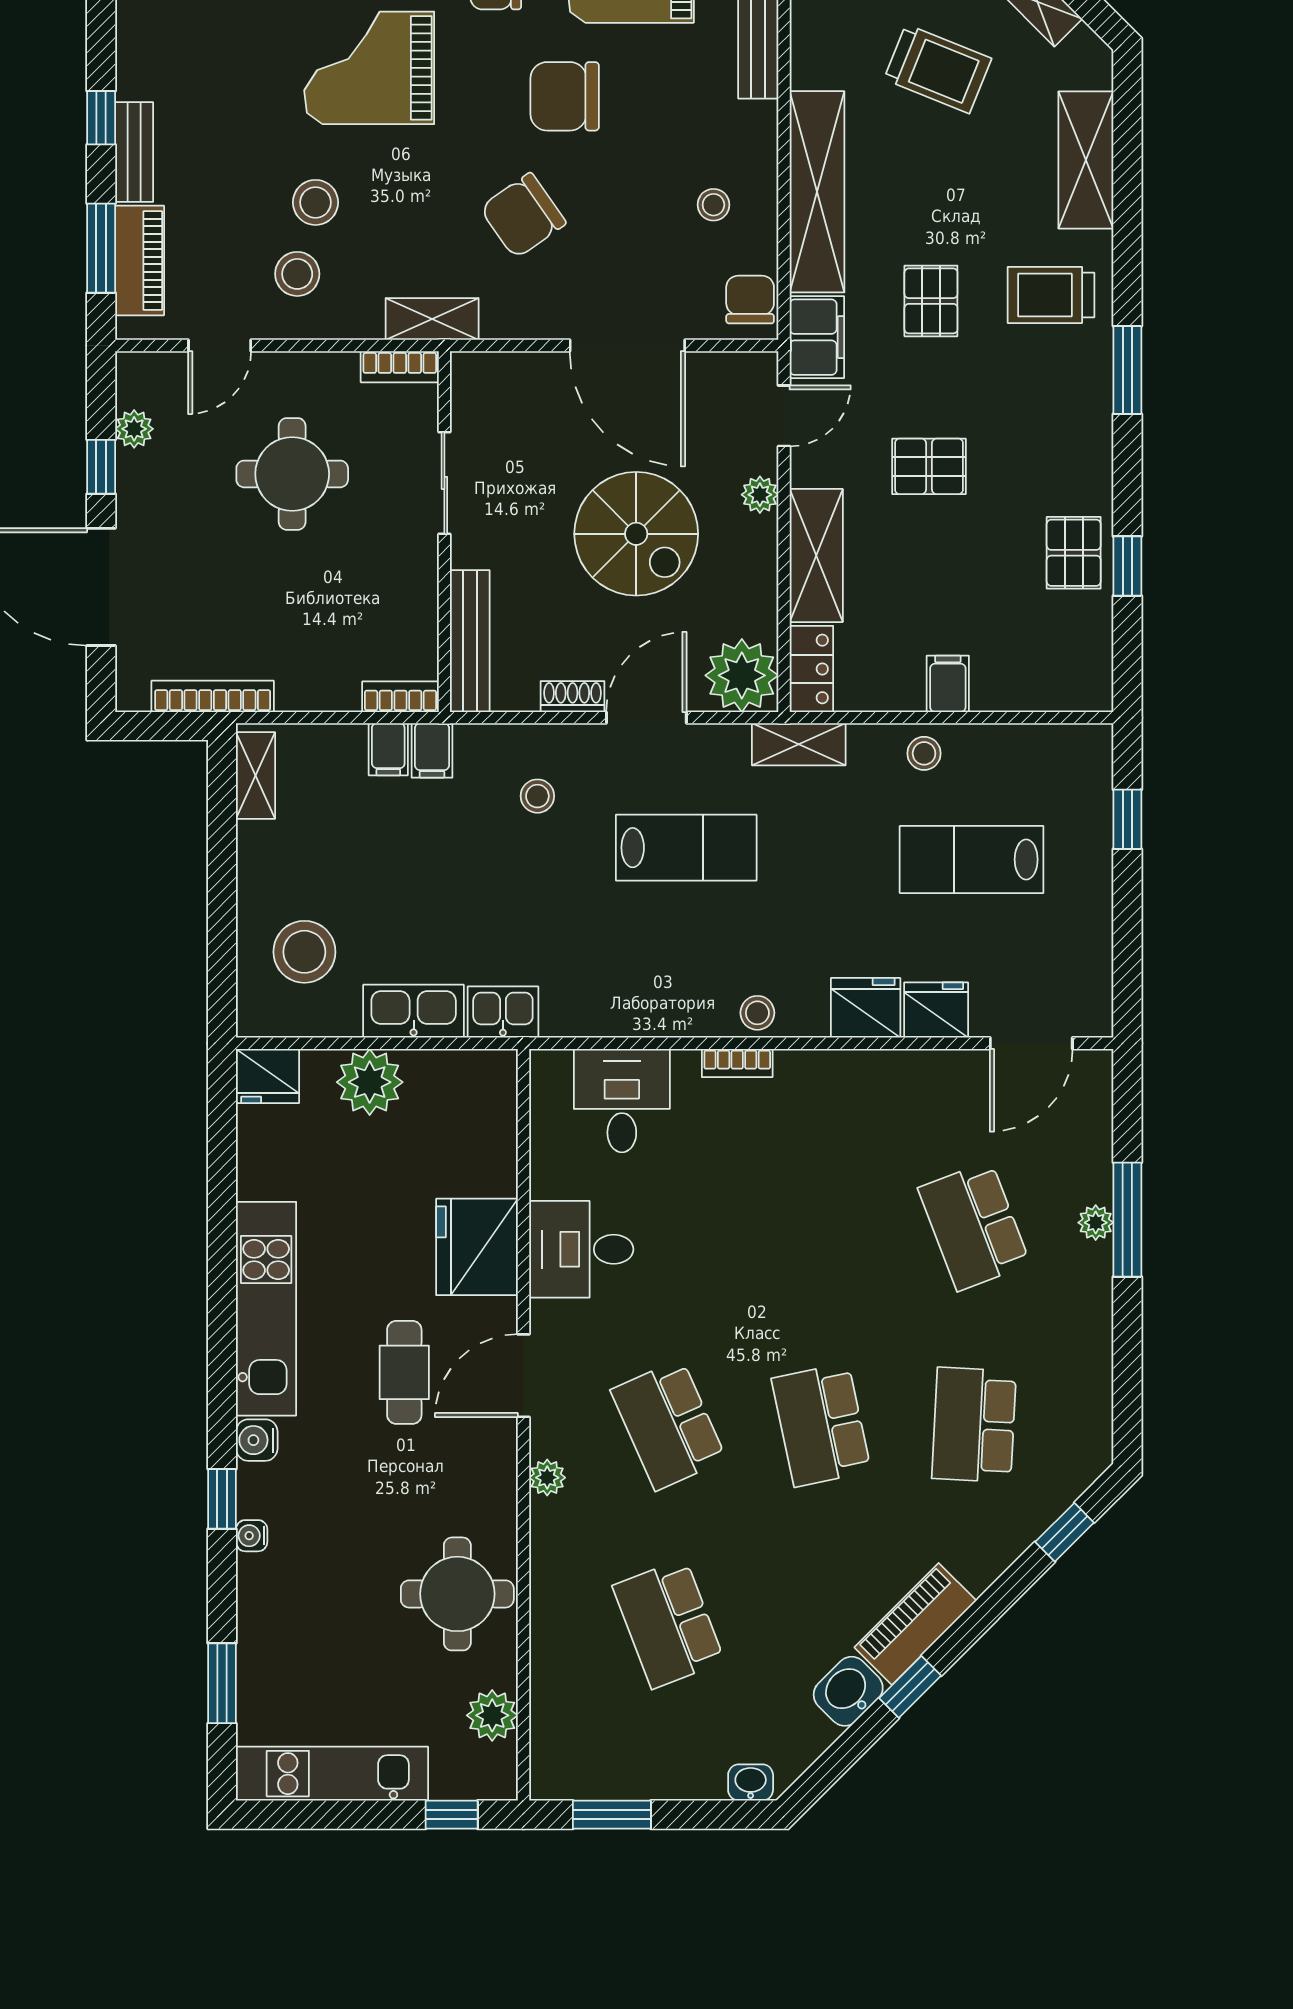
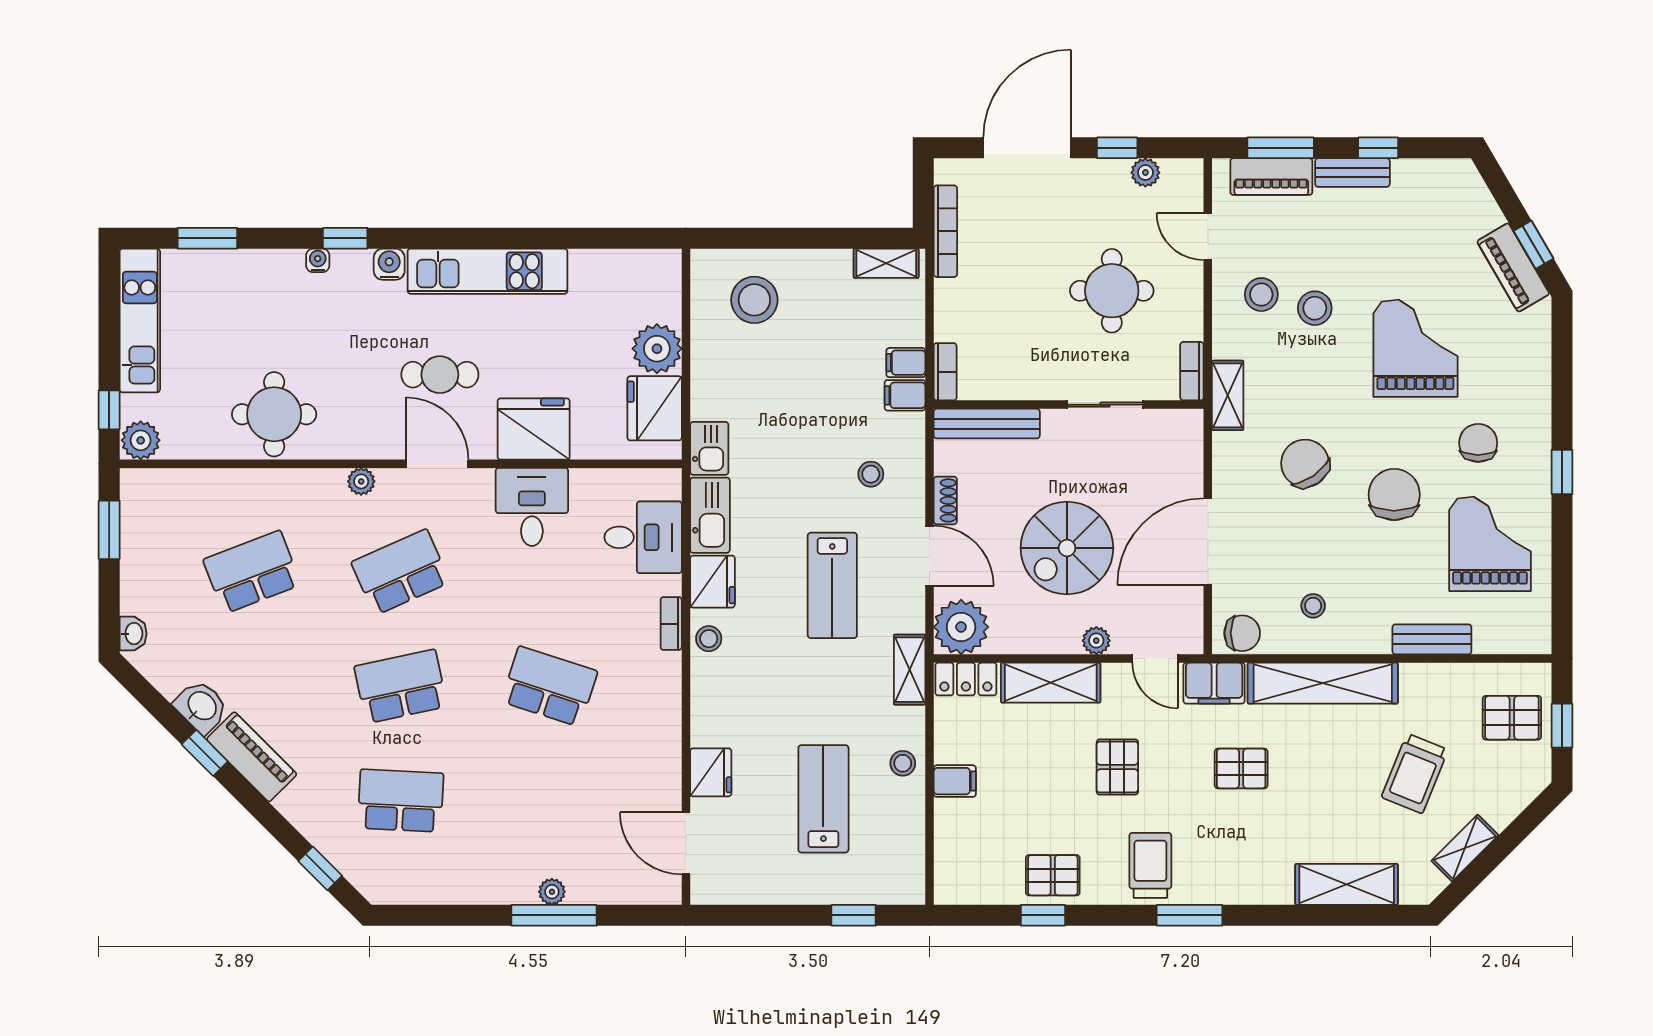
trolley: (1051, 295) -> (1150, 865), moved
fridge: (866, 1008) -> (712, 582), moved
kitchen sink: (414, 1011) -> (710, 515), moved
fridge: (268, 1076) -> (655, 408), moved, width x1.36, depth x1.34
school desk: (974, 1226) -> (549, 686), moved, turned 39
plant: (492, 1715) -> (141, 440), moved

